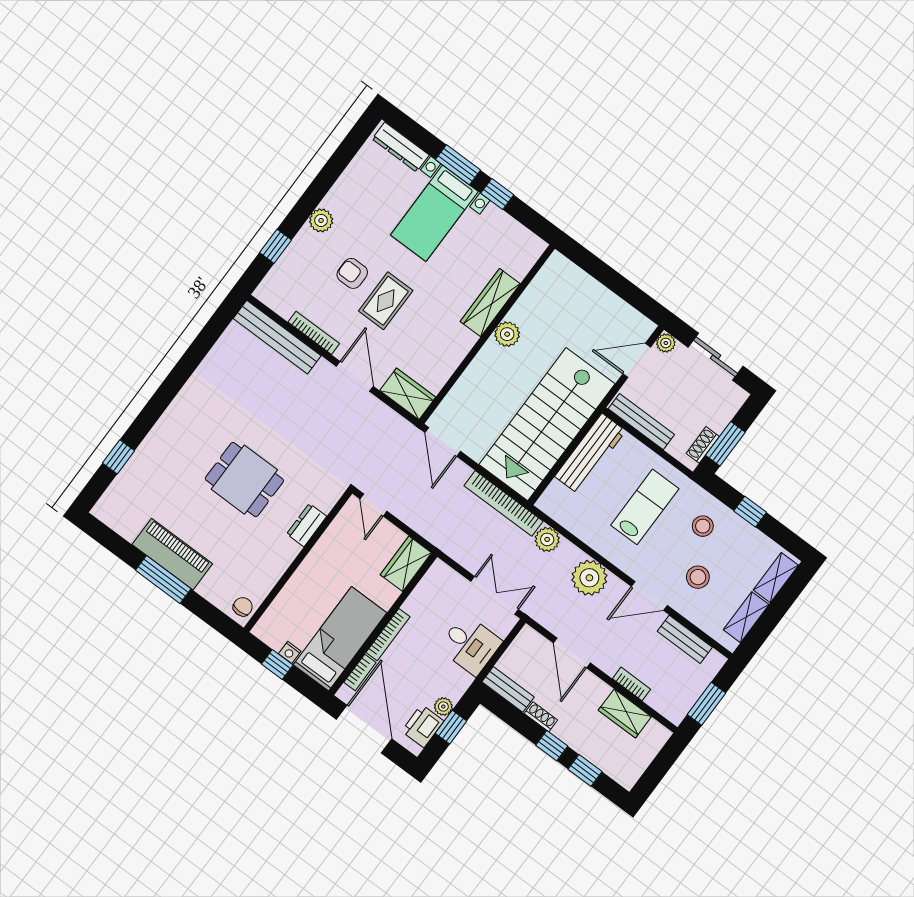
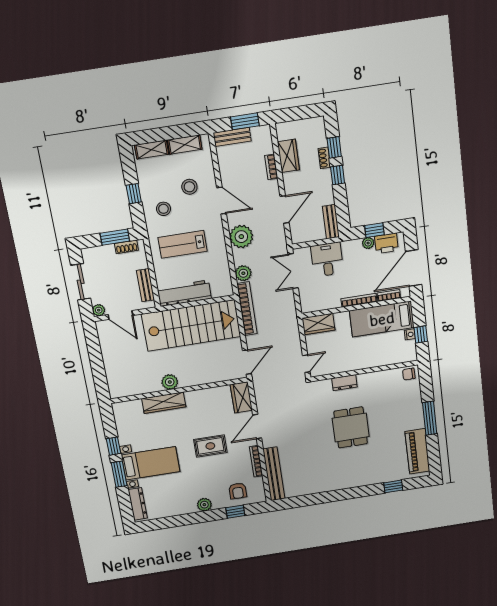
armchair: (352, 273) -> (238, 491), moved
bench: (641, 422) -> (145, 285), width x0.73
piano: (172, 554) -> (417, 451), moved
bench: (685, 639) -> (232, 137), moved, turned 90
shoe rack: (541, 717) -> (324, 158), moved

